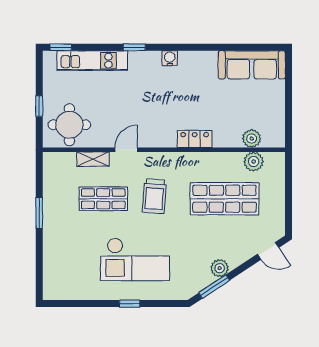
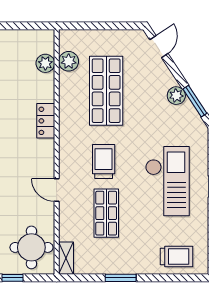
shelving: (93, 159) -> (66, 258), moved
trolley: (154, 196) -> (104, 162), turned -94
trolley: (60, 268) -> (176, 257), added

